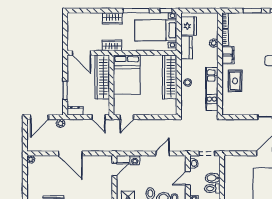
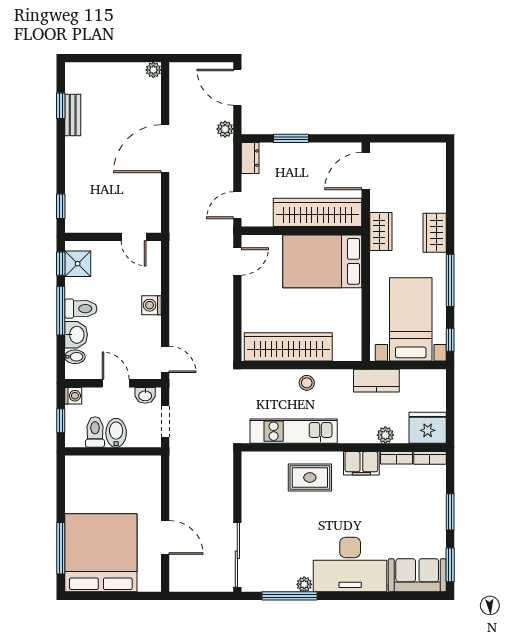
fridge: (189, 26) -> (428, 428), moved, turned 180
wardrobe: (170, 77) -> (288, 347), moved
door: (127, 117) -> (237, 261), swing flipped
door: (163, 153) -> (165, 359), moved
washing machine: (135, 160) -> (151, 305), moved

